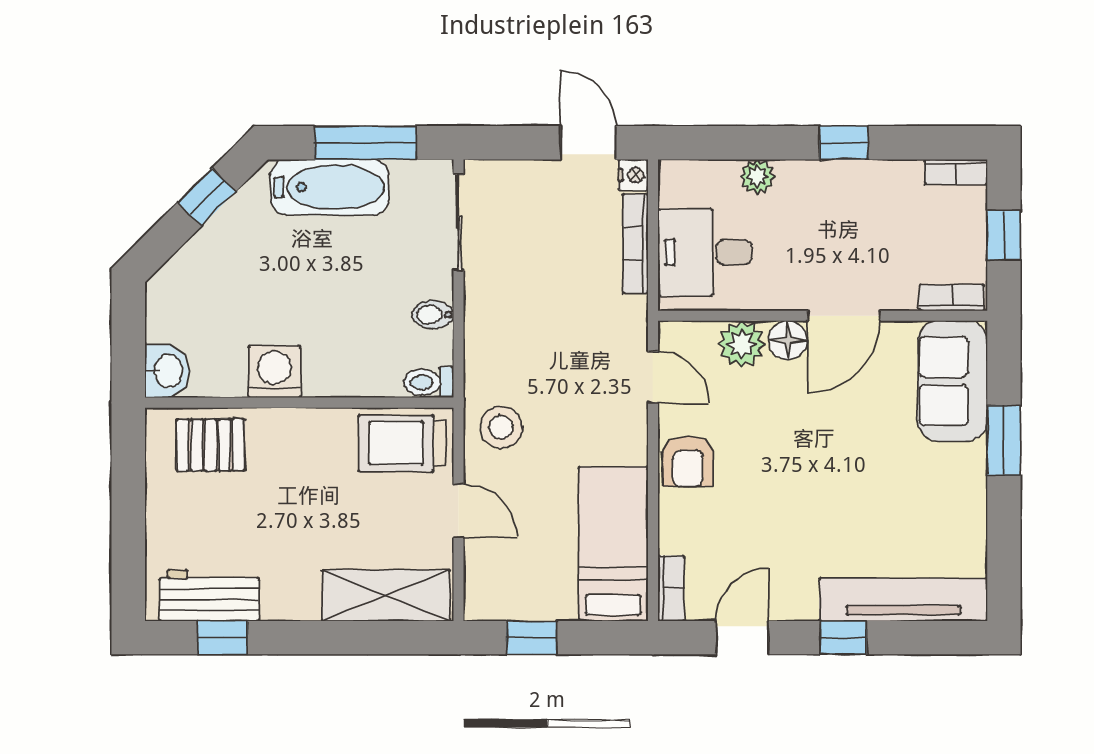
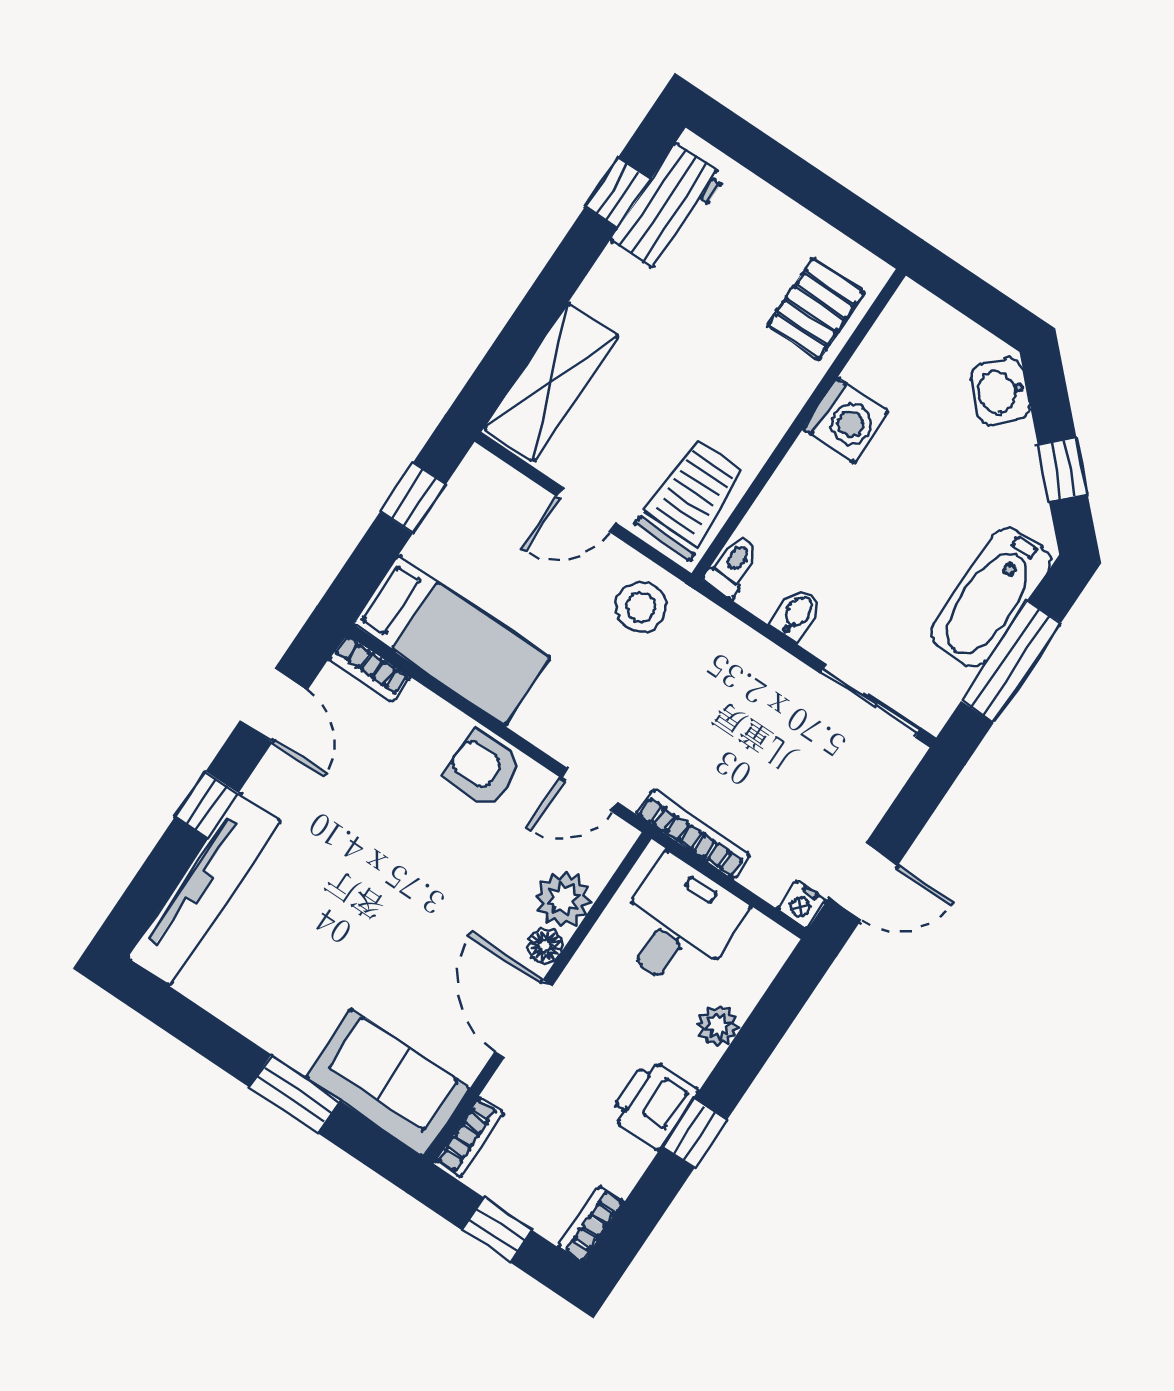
printer: (842, 185) -> (653, 1104), added
bookcase: (635, 244) -> (693, 834), moved
floor lamp: (788, 340) -> (545, 946), width x0.73, depth x0.73
washbasin: (167, 371) -> (1000, 391), moved, turned 45

